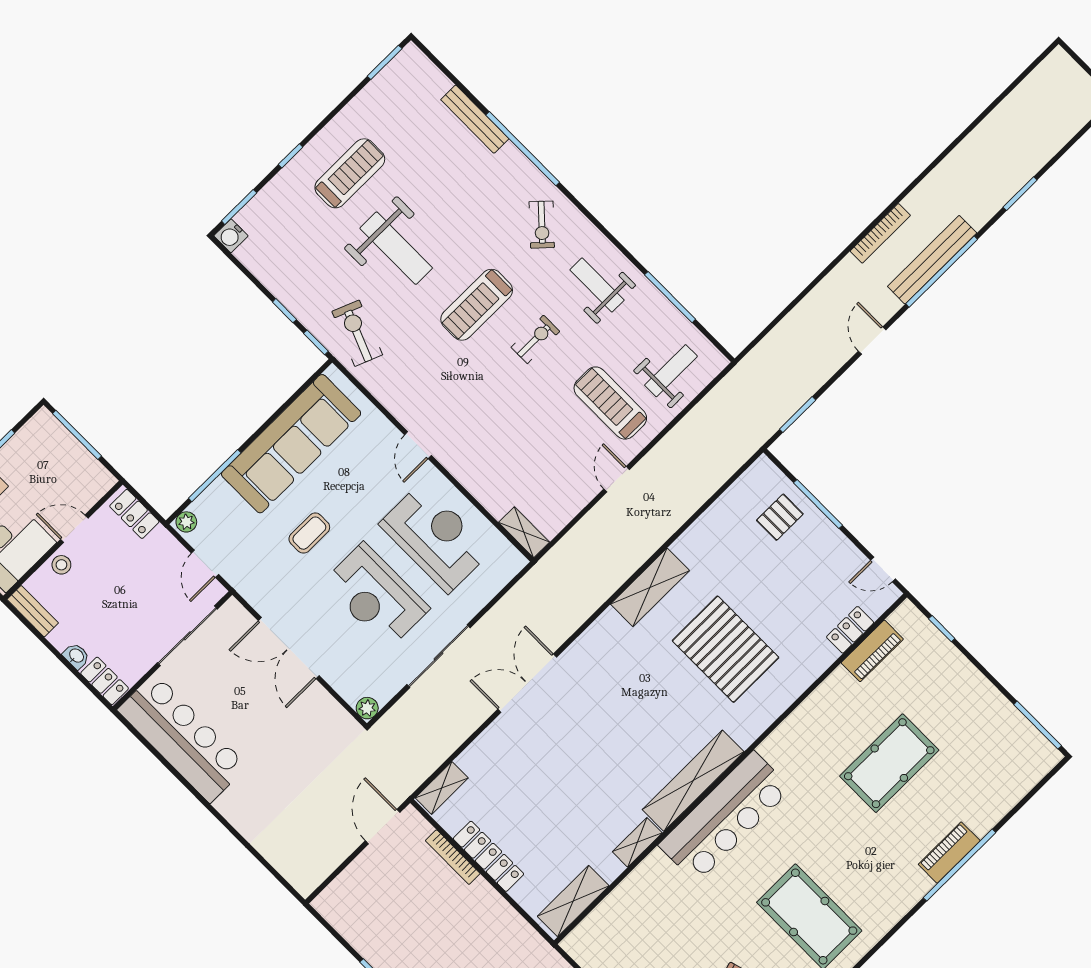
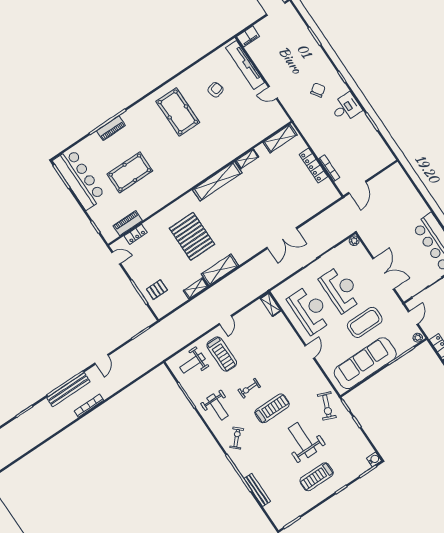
coffee table: (309, 533) -> (365, 322), width x1.86, depth x1.72
reception desk: (435, 538) -> (310, 310), turned 180
shelving: (442, 788) -> (196, 288), moved
bar counter: (725, 817) -> (79, 179), moved, turned 90

